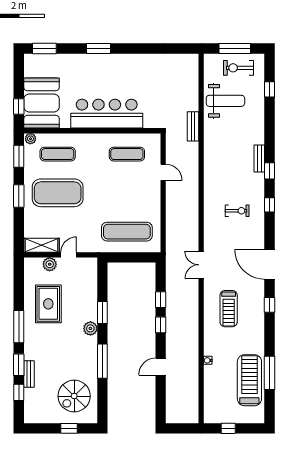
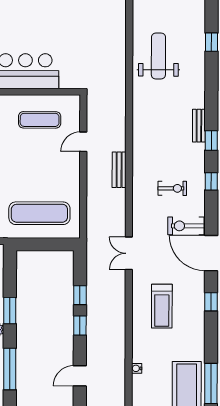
exercise bike: (238, 68) -> (186, 226), moved
weight bench: (225, 101) -> (158, 56), turned -90
bench: (193, 126) -> (119, 170), moved
door: (163, 172) -> (83, 142), swing flipped

